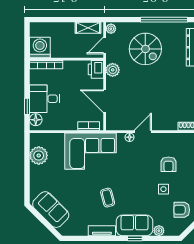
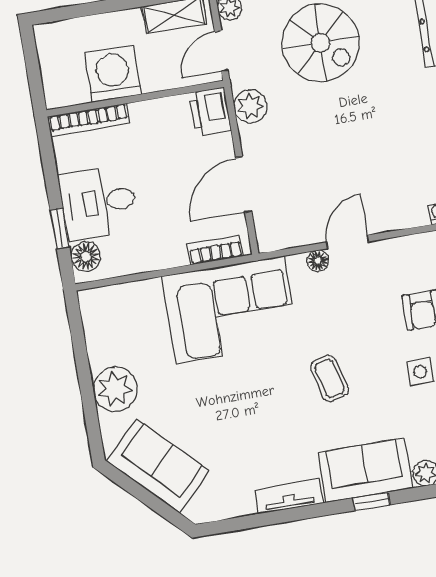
washing machine: (40, 47) -> (113, 74), moved
door: (105, 101) -> (244, 184), hinge flipped
plant: (39, 155) -> (115, 389), moved
coffee table: (108, 198) -> (329, 378), moved

